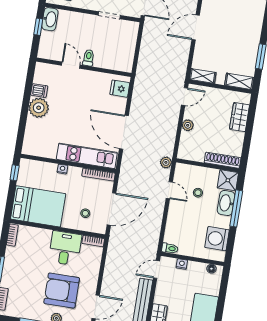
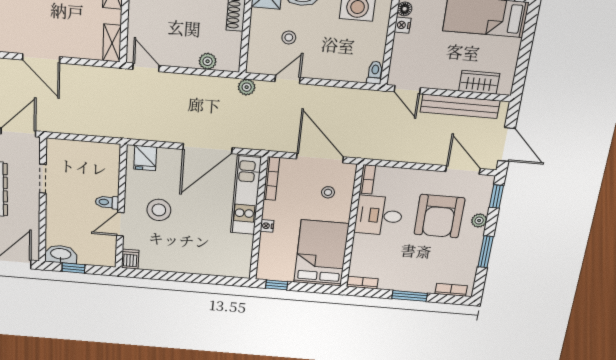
dishwasher: (39, 91) -> (130, 259), moved
stool: (80, 94) -> (159, 210), added
plant: (39, 108) -> (184, 261), removed
plant: (188, 125) -> (208, 61), moved
nightstand: (182, 264) -> (403, 25), moved

